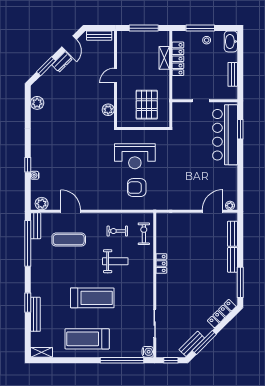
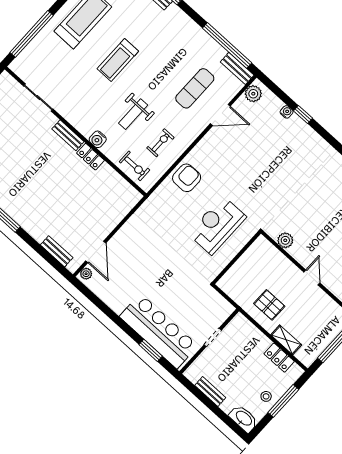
locker: (178, 59) -> (279, 358), width x0.66
pallet: (147, 105) -> (269, 305), moved, width x0.67, depth x0.71
armchair: (137, 188) -> (187, 178), moved
bench: (232, 260) -> (68, 135), moved
treadmill: (92, 298) -> (118, 60), width x0.73, depth x0.73
water cooler: (148, 352) -> (98, 139), moved

